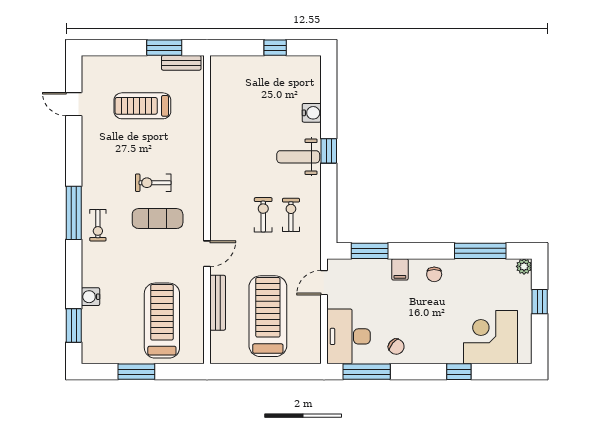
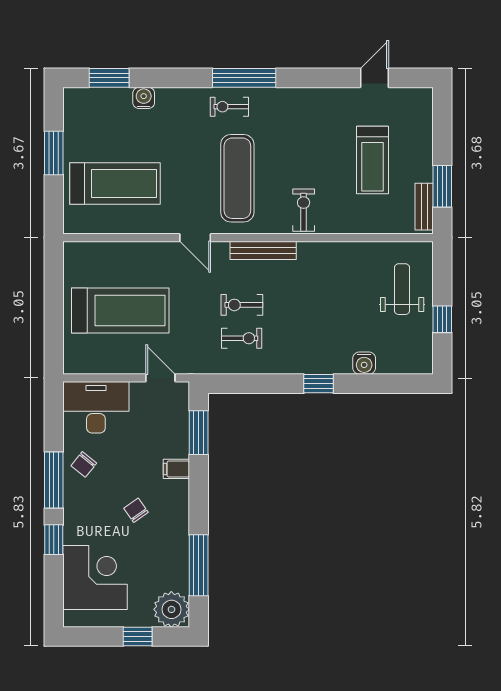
treadmill: (142, 106) -> (372, 160), turned 180
weight bench: (298, 157) -> (402, 289), moved
exercise bike: (153, 183) -> (304, 210), moved
exercise bike: (263, 215) -> (242, 305), turned 180
exercise mat: (158, 219) -> (237, 178), width x1.36, depth x1.45
plant: (524, 266) -> (171, 609), width x1.87, depth x1.87
chair: (434, 274) -> (136, 510), moved, turned 55
bench: (218, 303) -> (263, 250), moved
window: (367, 372) -> (54, 480), moved

